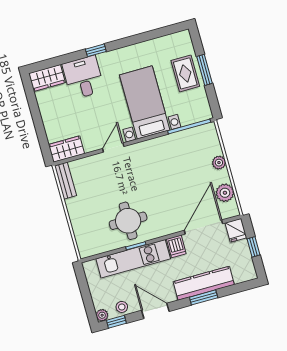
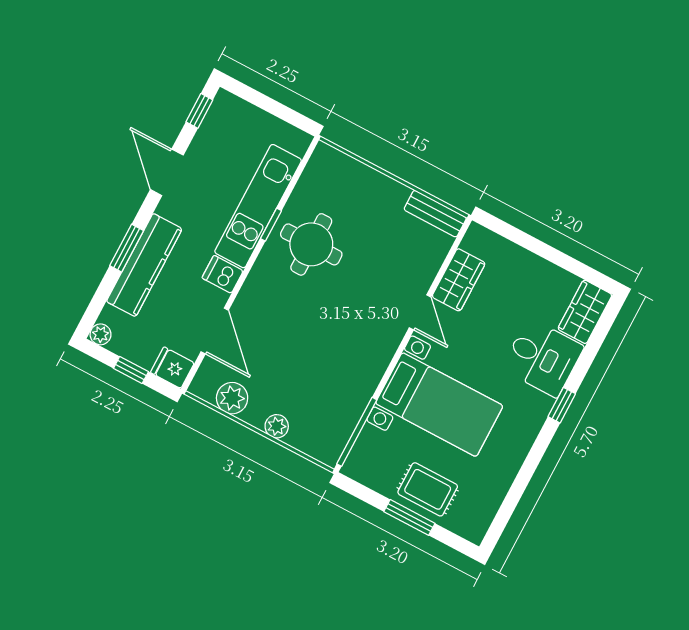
wardrobe: (67, 149) -> (459, 280), moved
door: (203, 227) -> (215, 331), width x0.73
stool: (122, 307) -> (211, 135), removed
door: (155, 311) -> (167, 172), swing flipped
plant: (102, 315) -> (101, 334), moved

